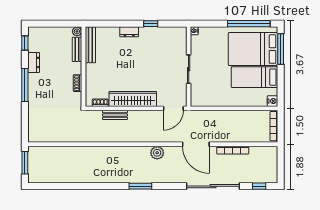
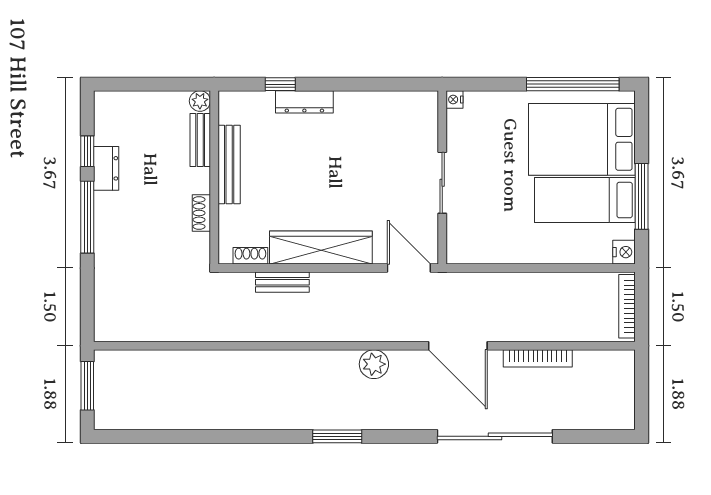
window: (151, 24) -> (280, 84), moved
dresser: (129, 32) -> (304, 102), width x1.44
window: (25, 43) -> (87, 151), moved
bench: (90, 45) -> (229, 164), moved
window: (281, 49) -> (642, 196), moved
door: (173, 108) -> (409, 268), swing flipped
window: (259, 186) -> (595, 436), removed

